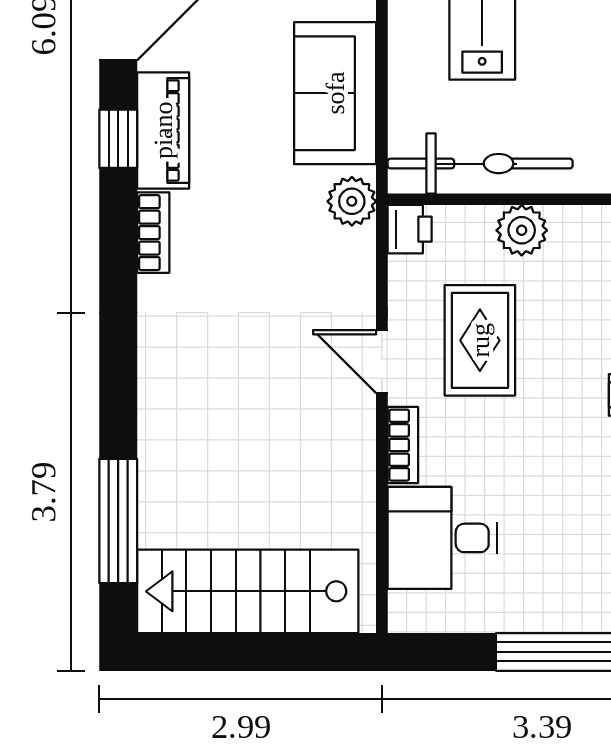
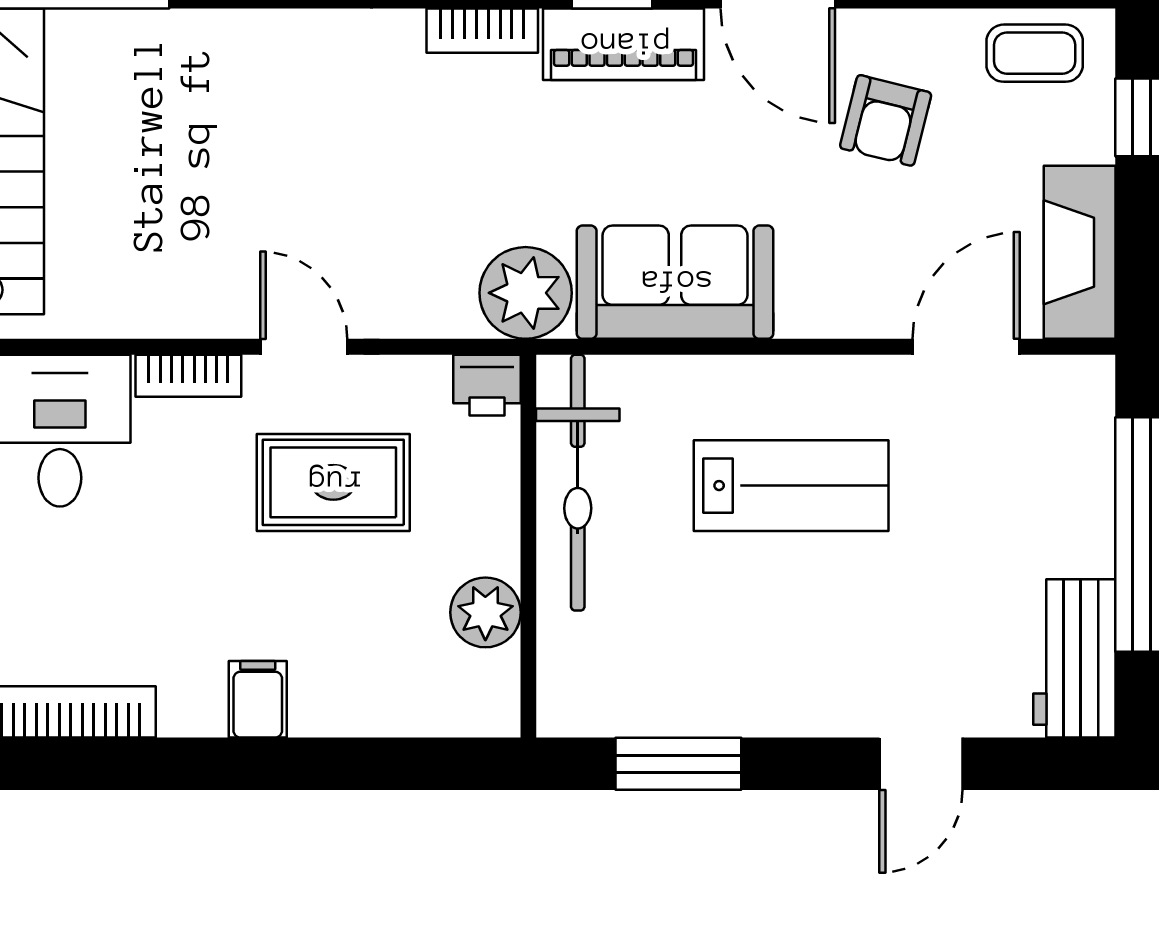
plant: (352, 201) -> (526, 293), width x1.36, depth x1.36
plant: (522, 230) -> (485, 612), moved
door: (382, 362) -> (304, 347), hinge flipped

